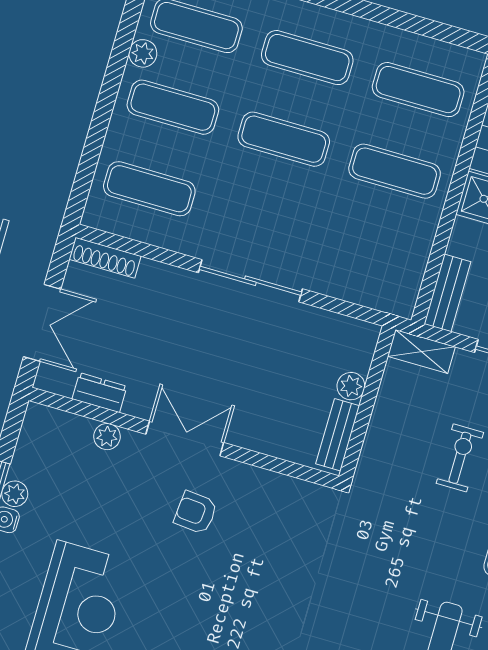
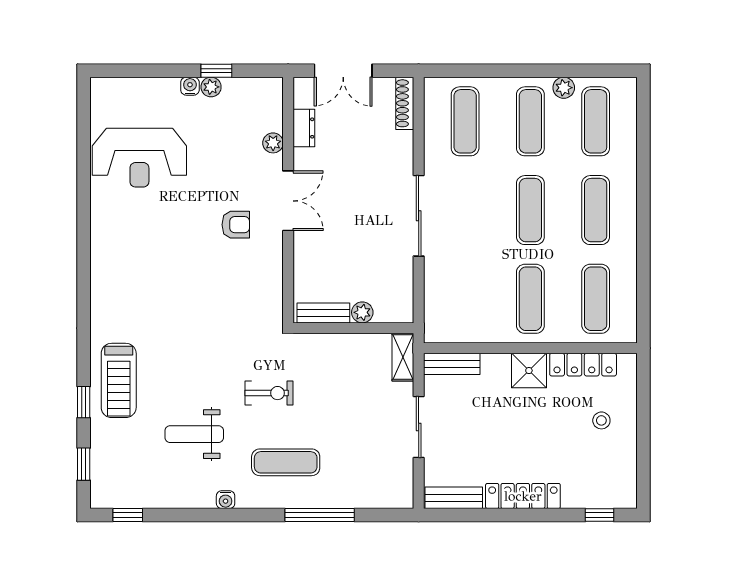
exercise bike: (460, 458) -> (269, 393), moved
armchair: (196, 512) -> (236, 225), turned 85

